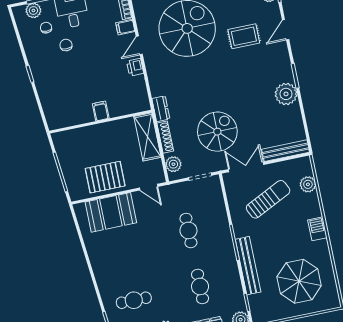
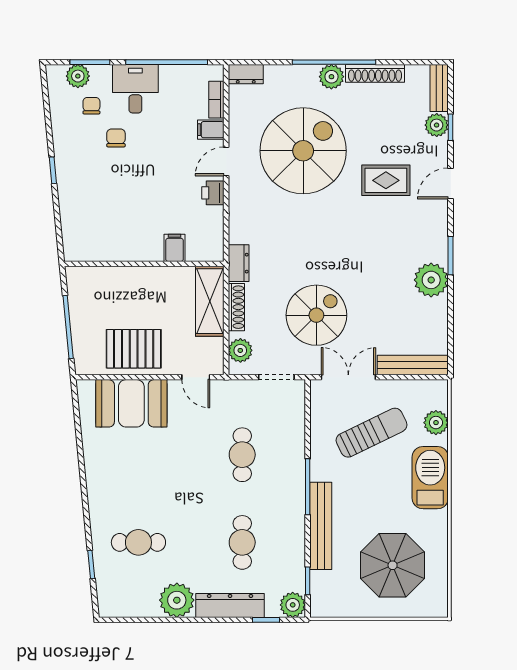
filing cabinet: (101, 111) -> (174, 248), moved
barbecue: (317, 229) -> (430, 478), width x1.88, depth x1.53

